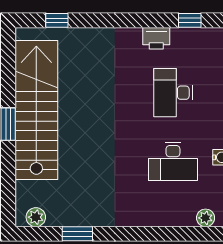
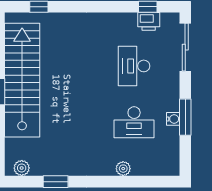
printer: (156, 38) -> (149, 21), moved
plant: (206, 218) -> (123, 169), moved

